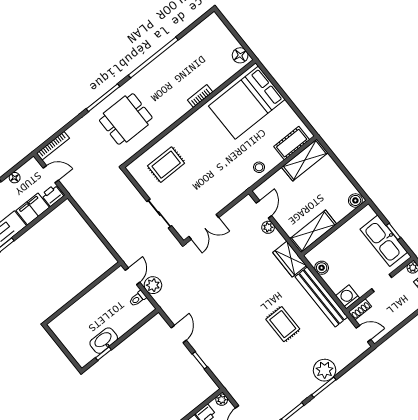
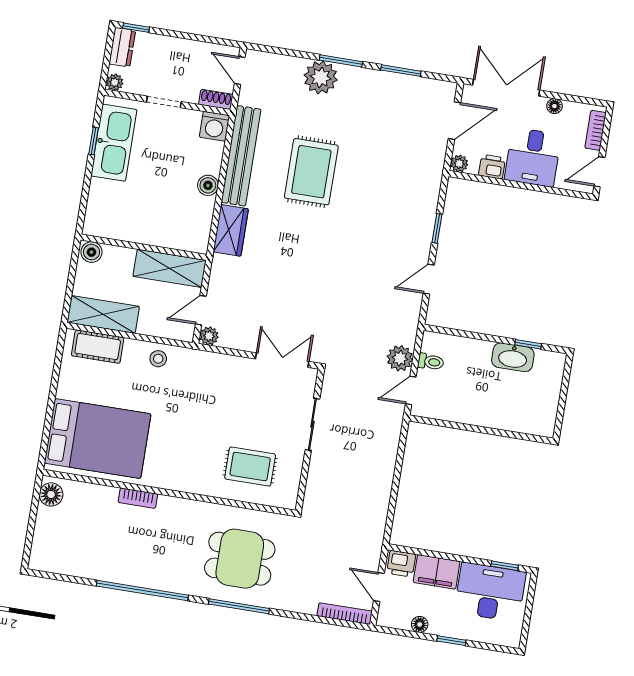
boiler: (355, 200) -> (91, 252), moved
plant: (268, 227) -> (209, 336), moved
wall: (335, 228) -> (144, 247), moved
shelving: (313, 231) -> (170, 268), moved
rug: (283, 324) -> (311, 172), width x1.36, depth x1.43

